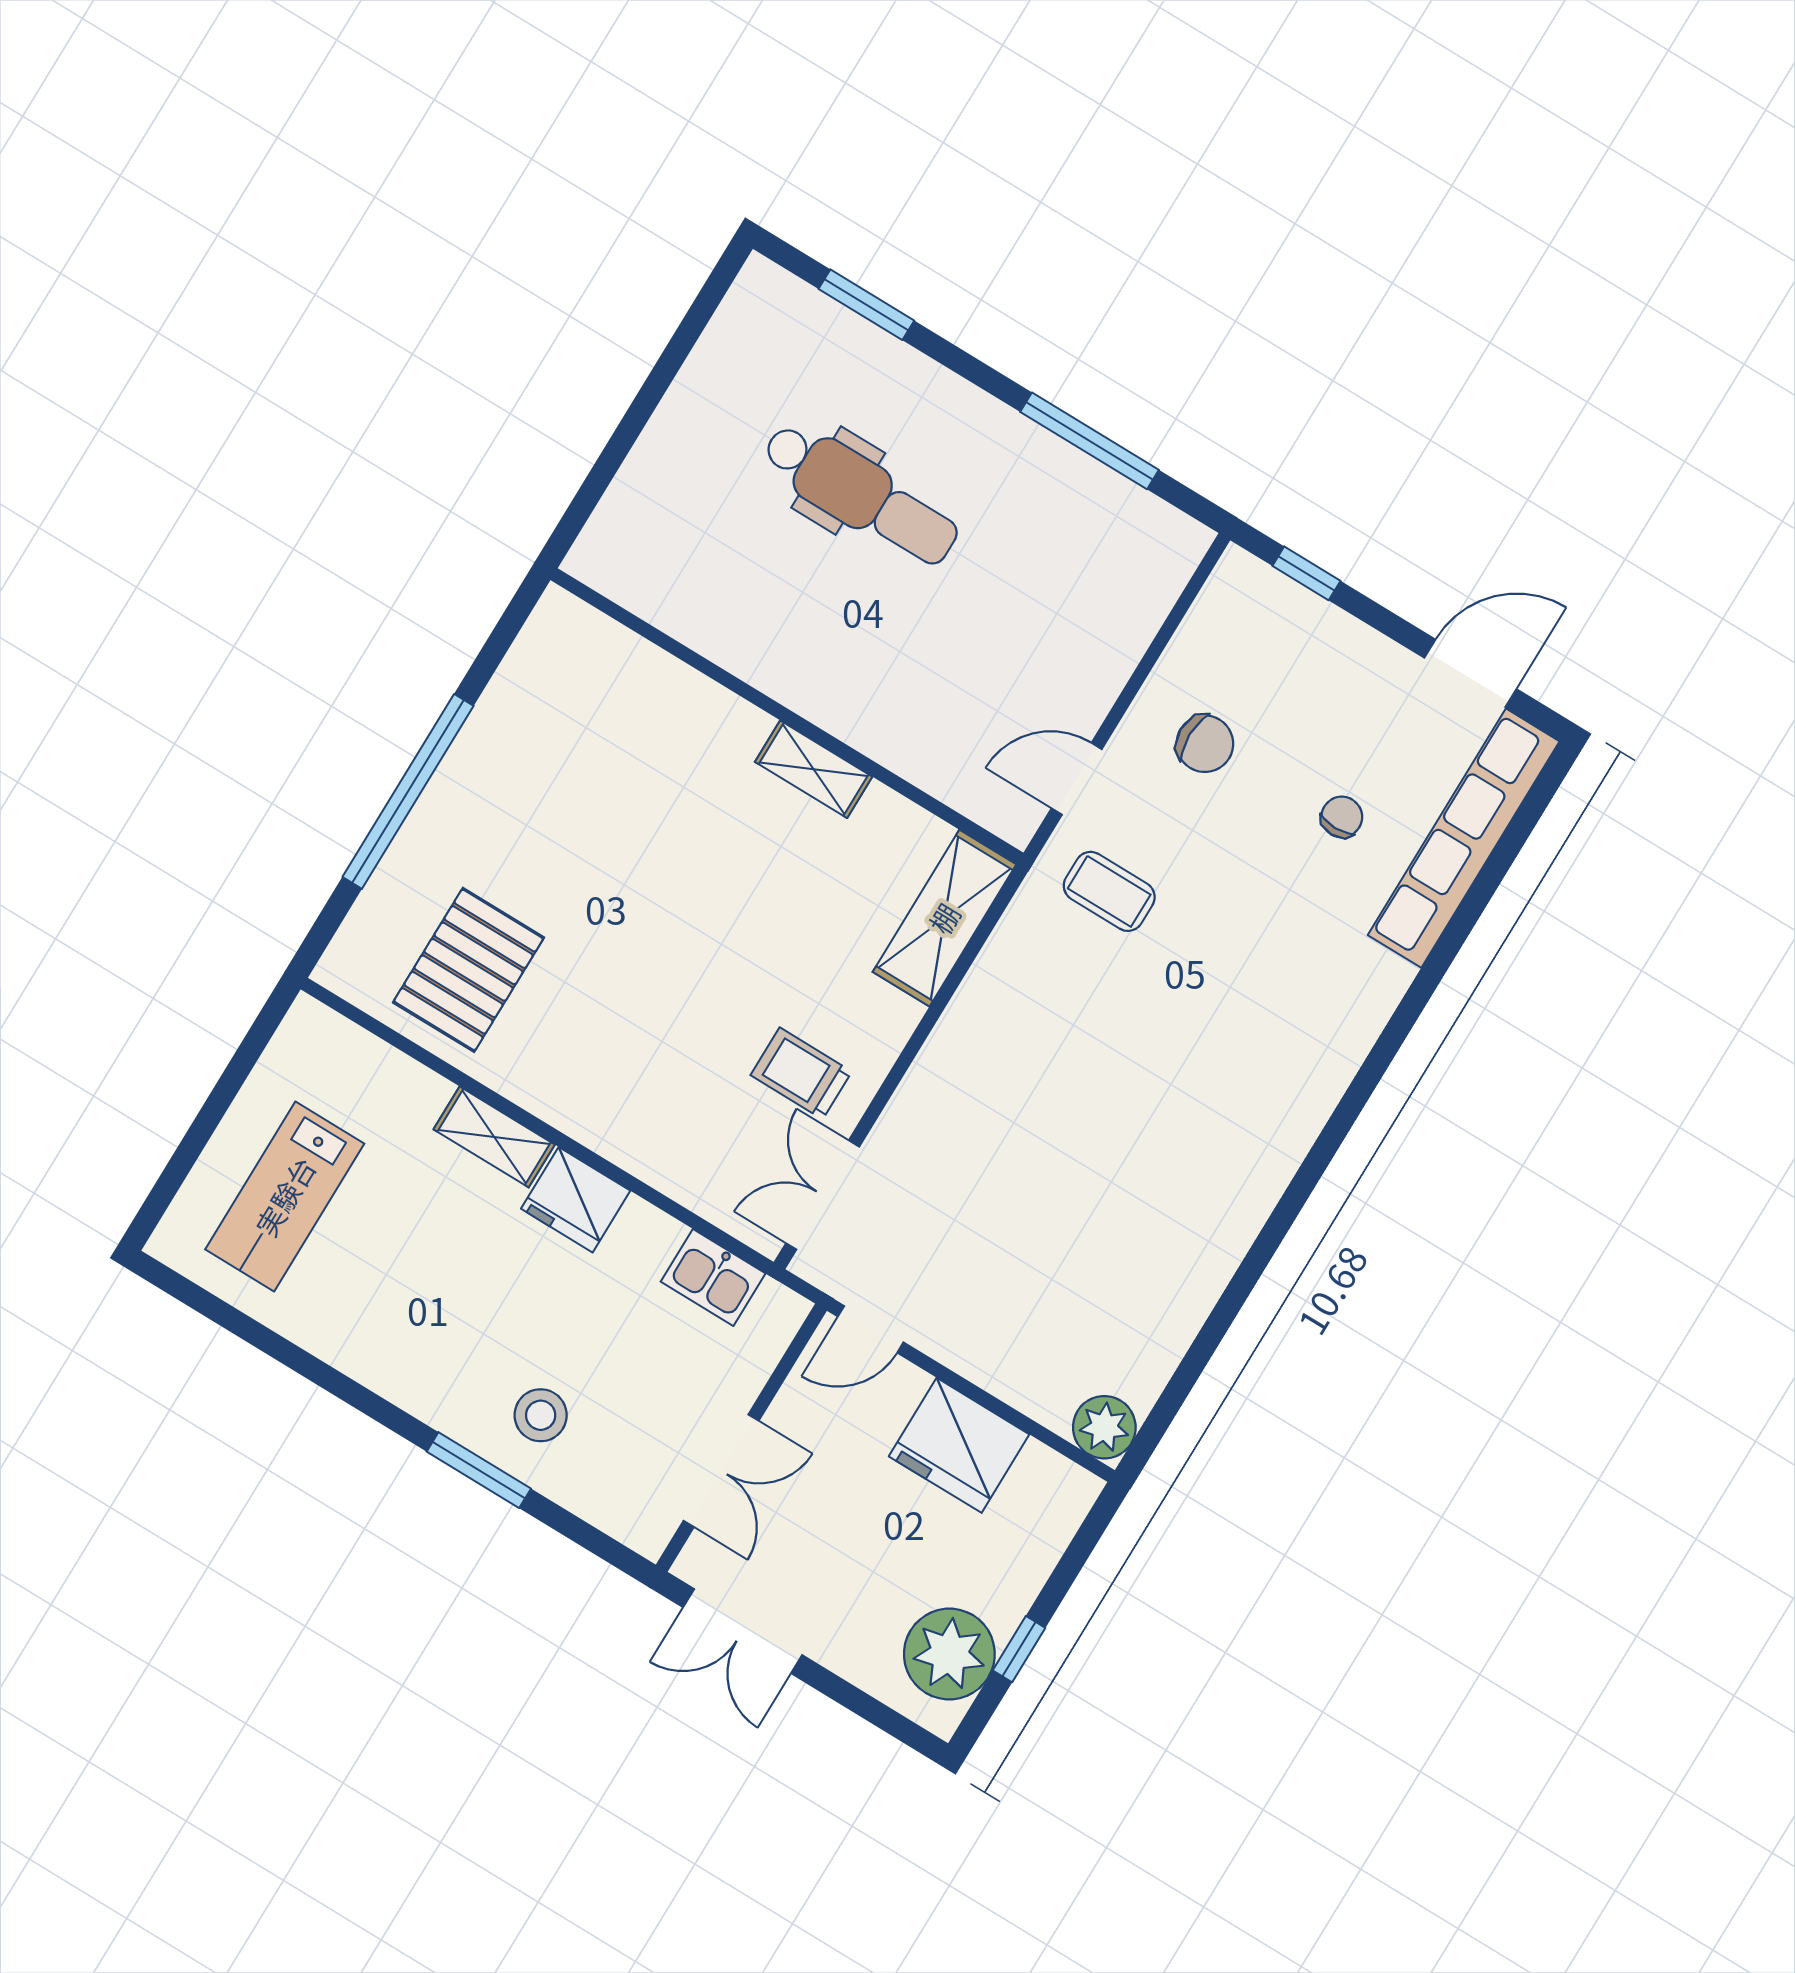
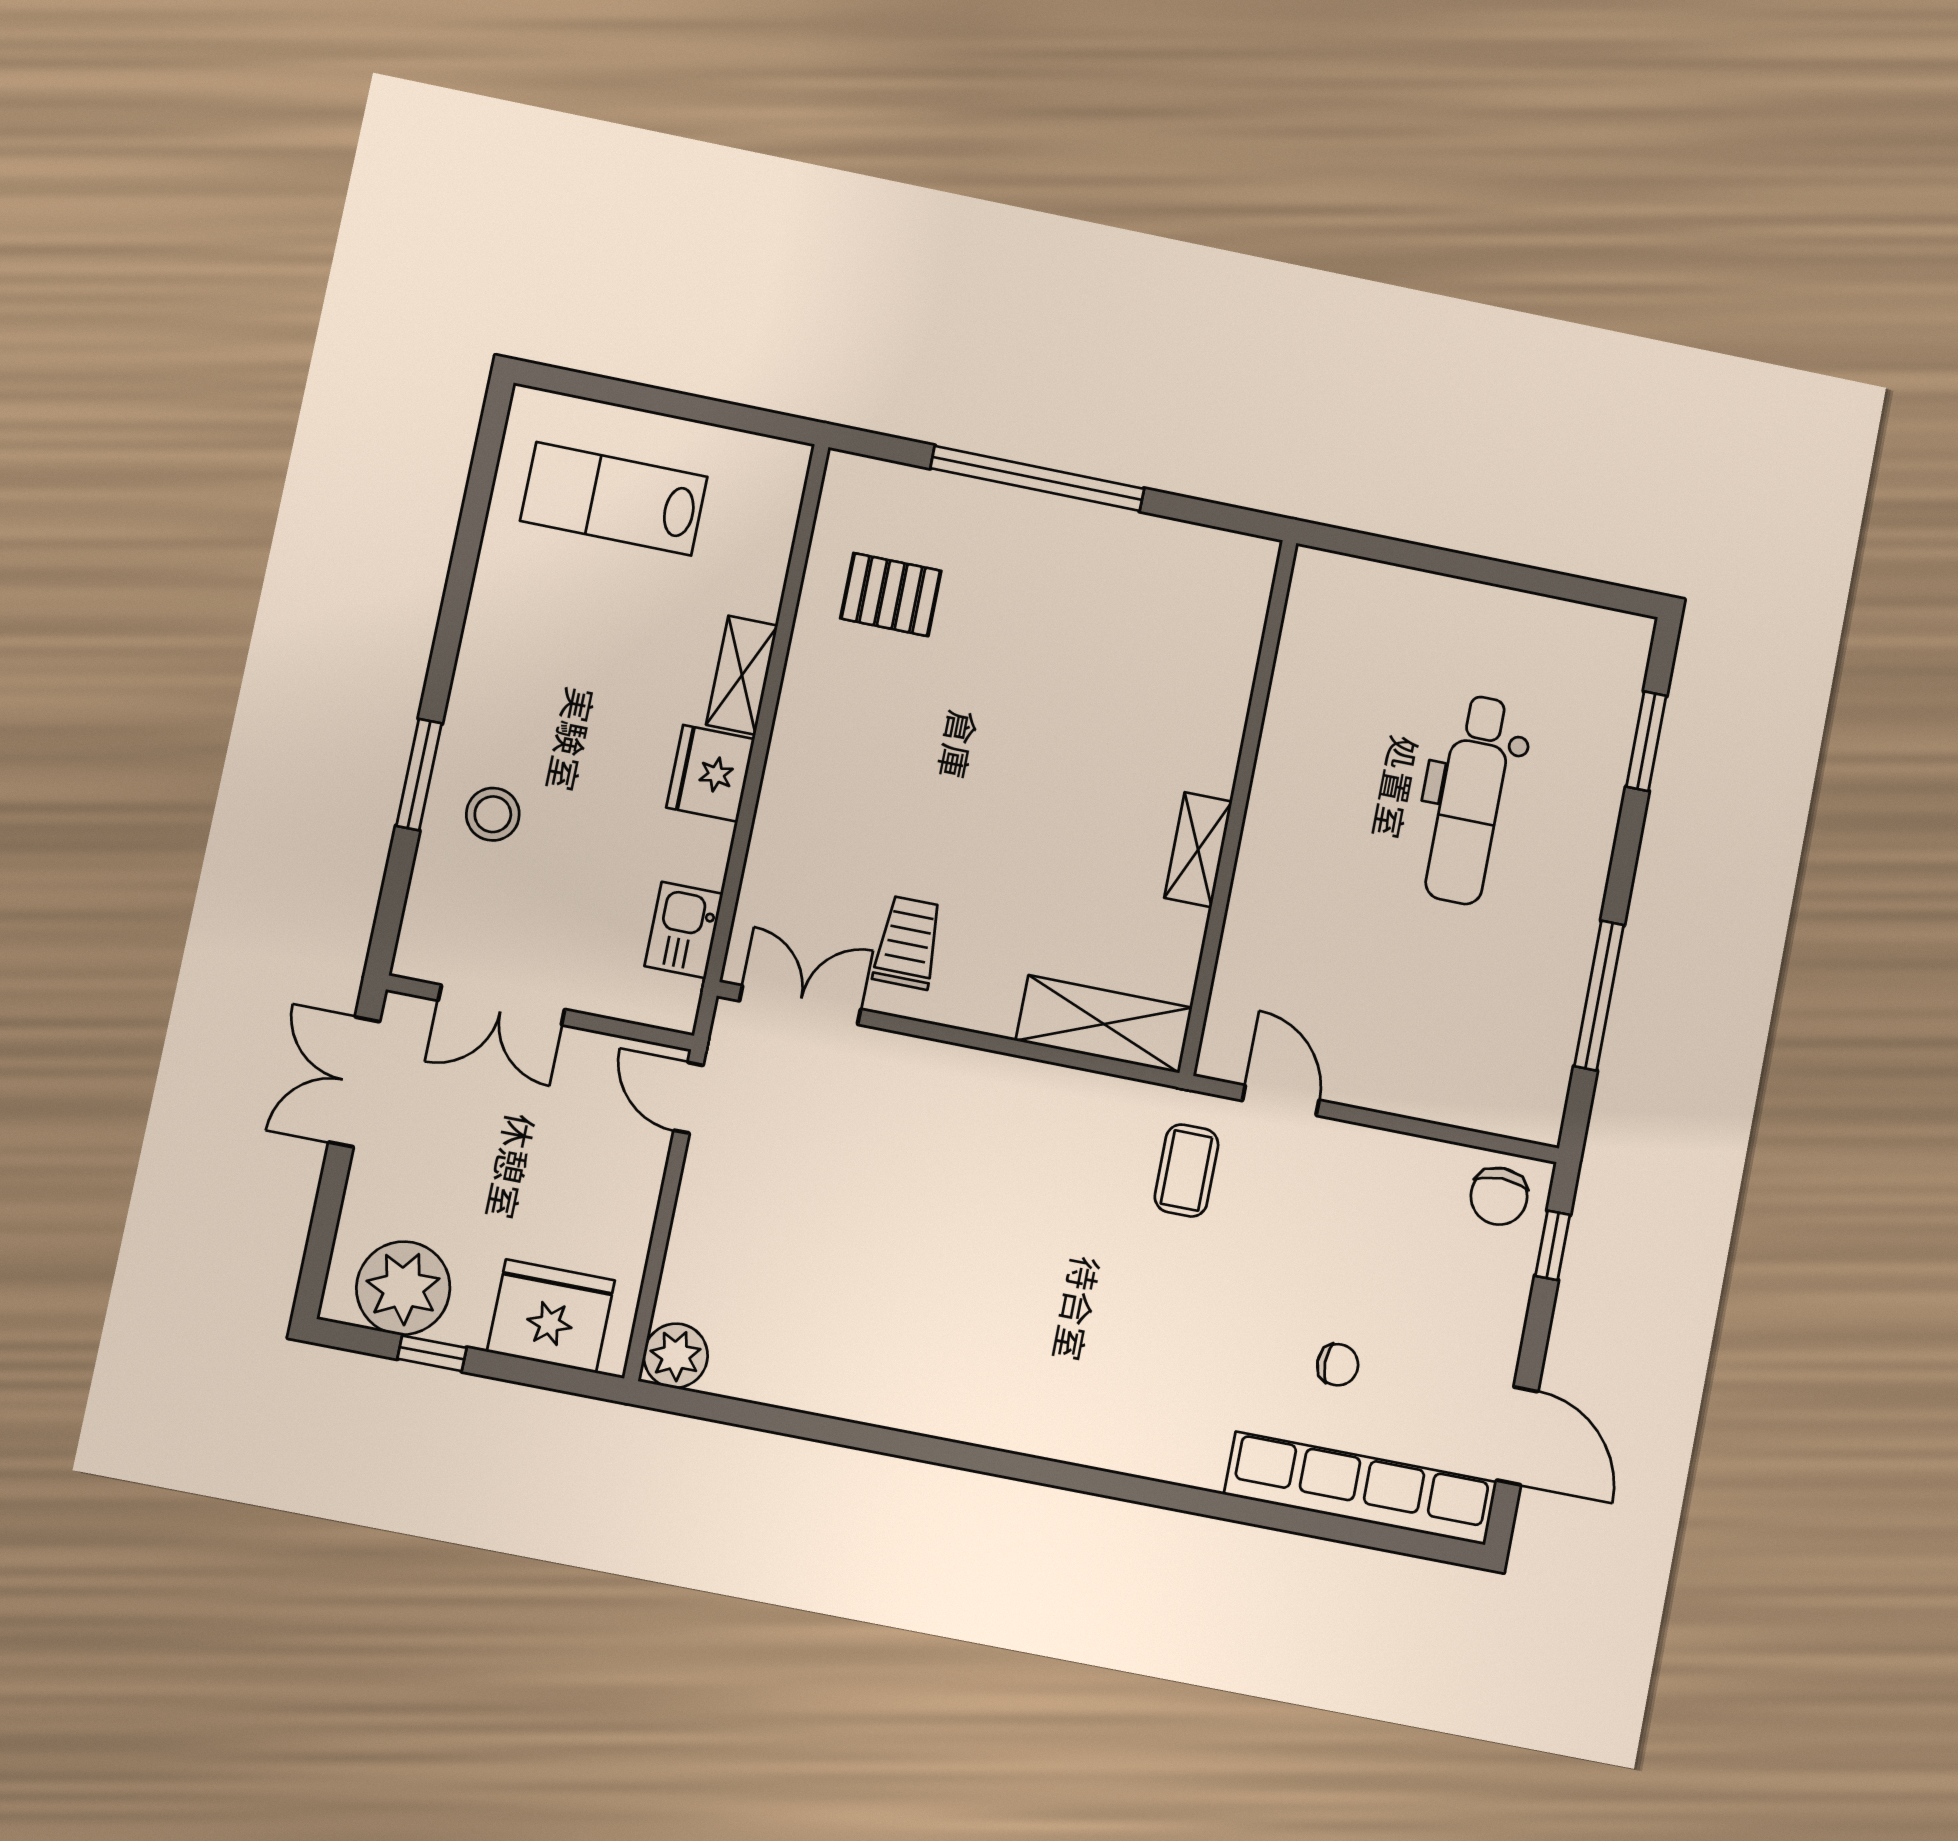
chair: (1205, 744) -> (1499, 1196), moved
pallet: (469, 970) -> (891, 595), width x0.67, depth x0.71
fridge: (959, 1445) -> (551, 1316), moved, turned 90

